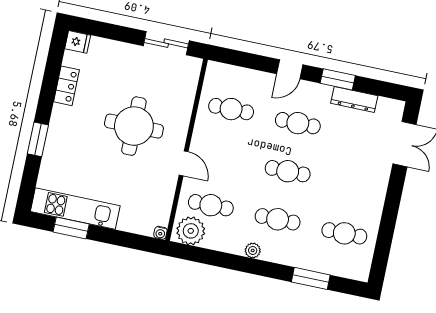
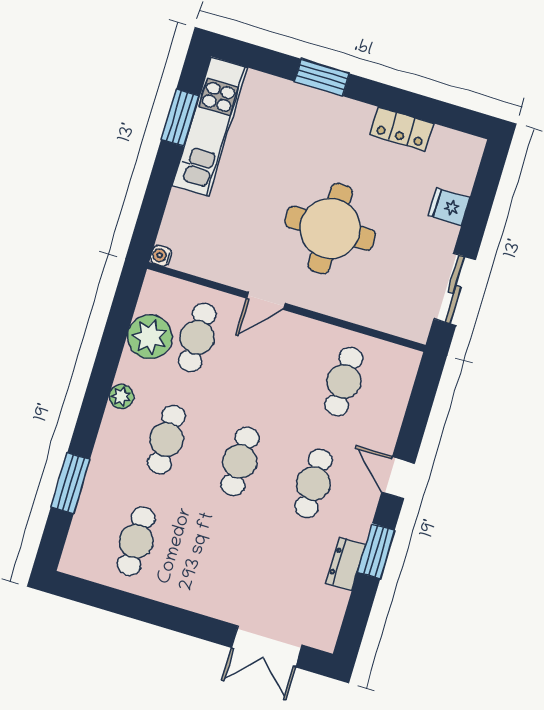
fridge: (78, 42) -> (449, 207), moved, turned 90
dresser: (354, 100) -> (346, 564), width x0.70
plant: (191, 231) -> (150, 337), moved

